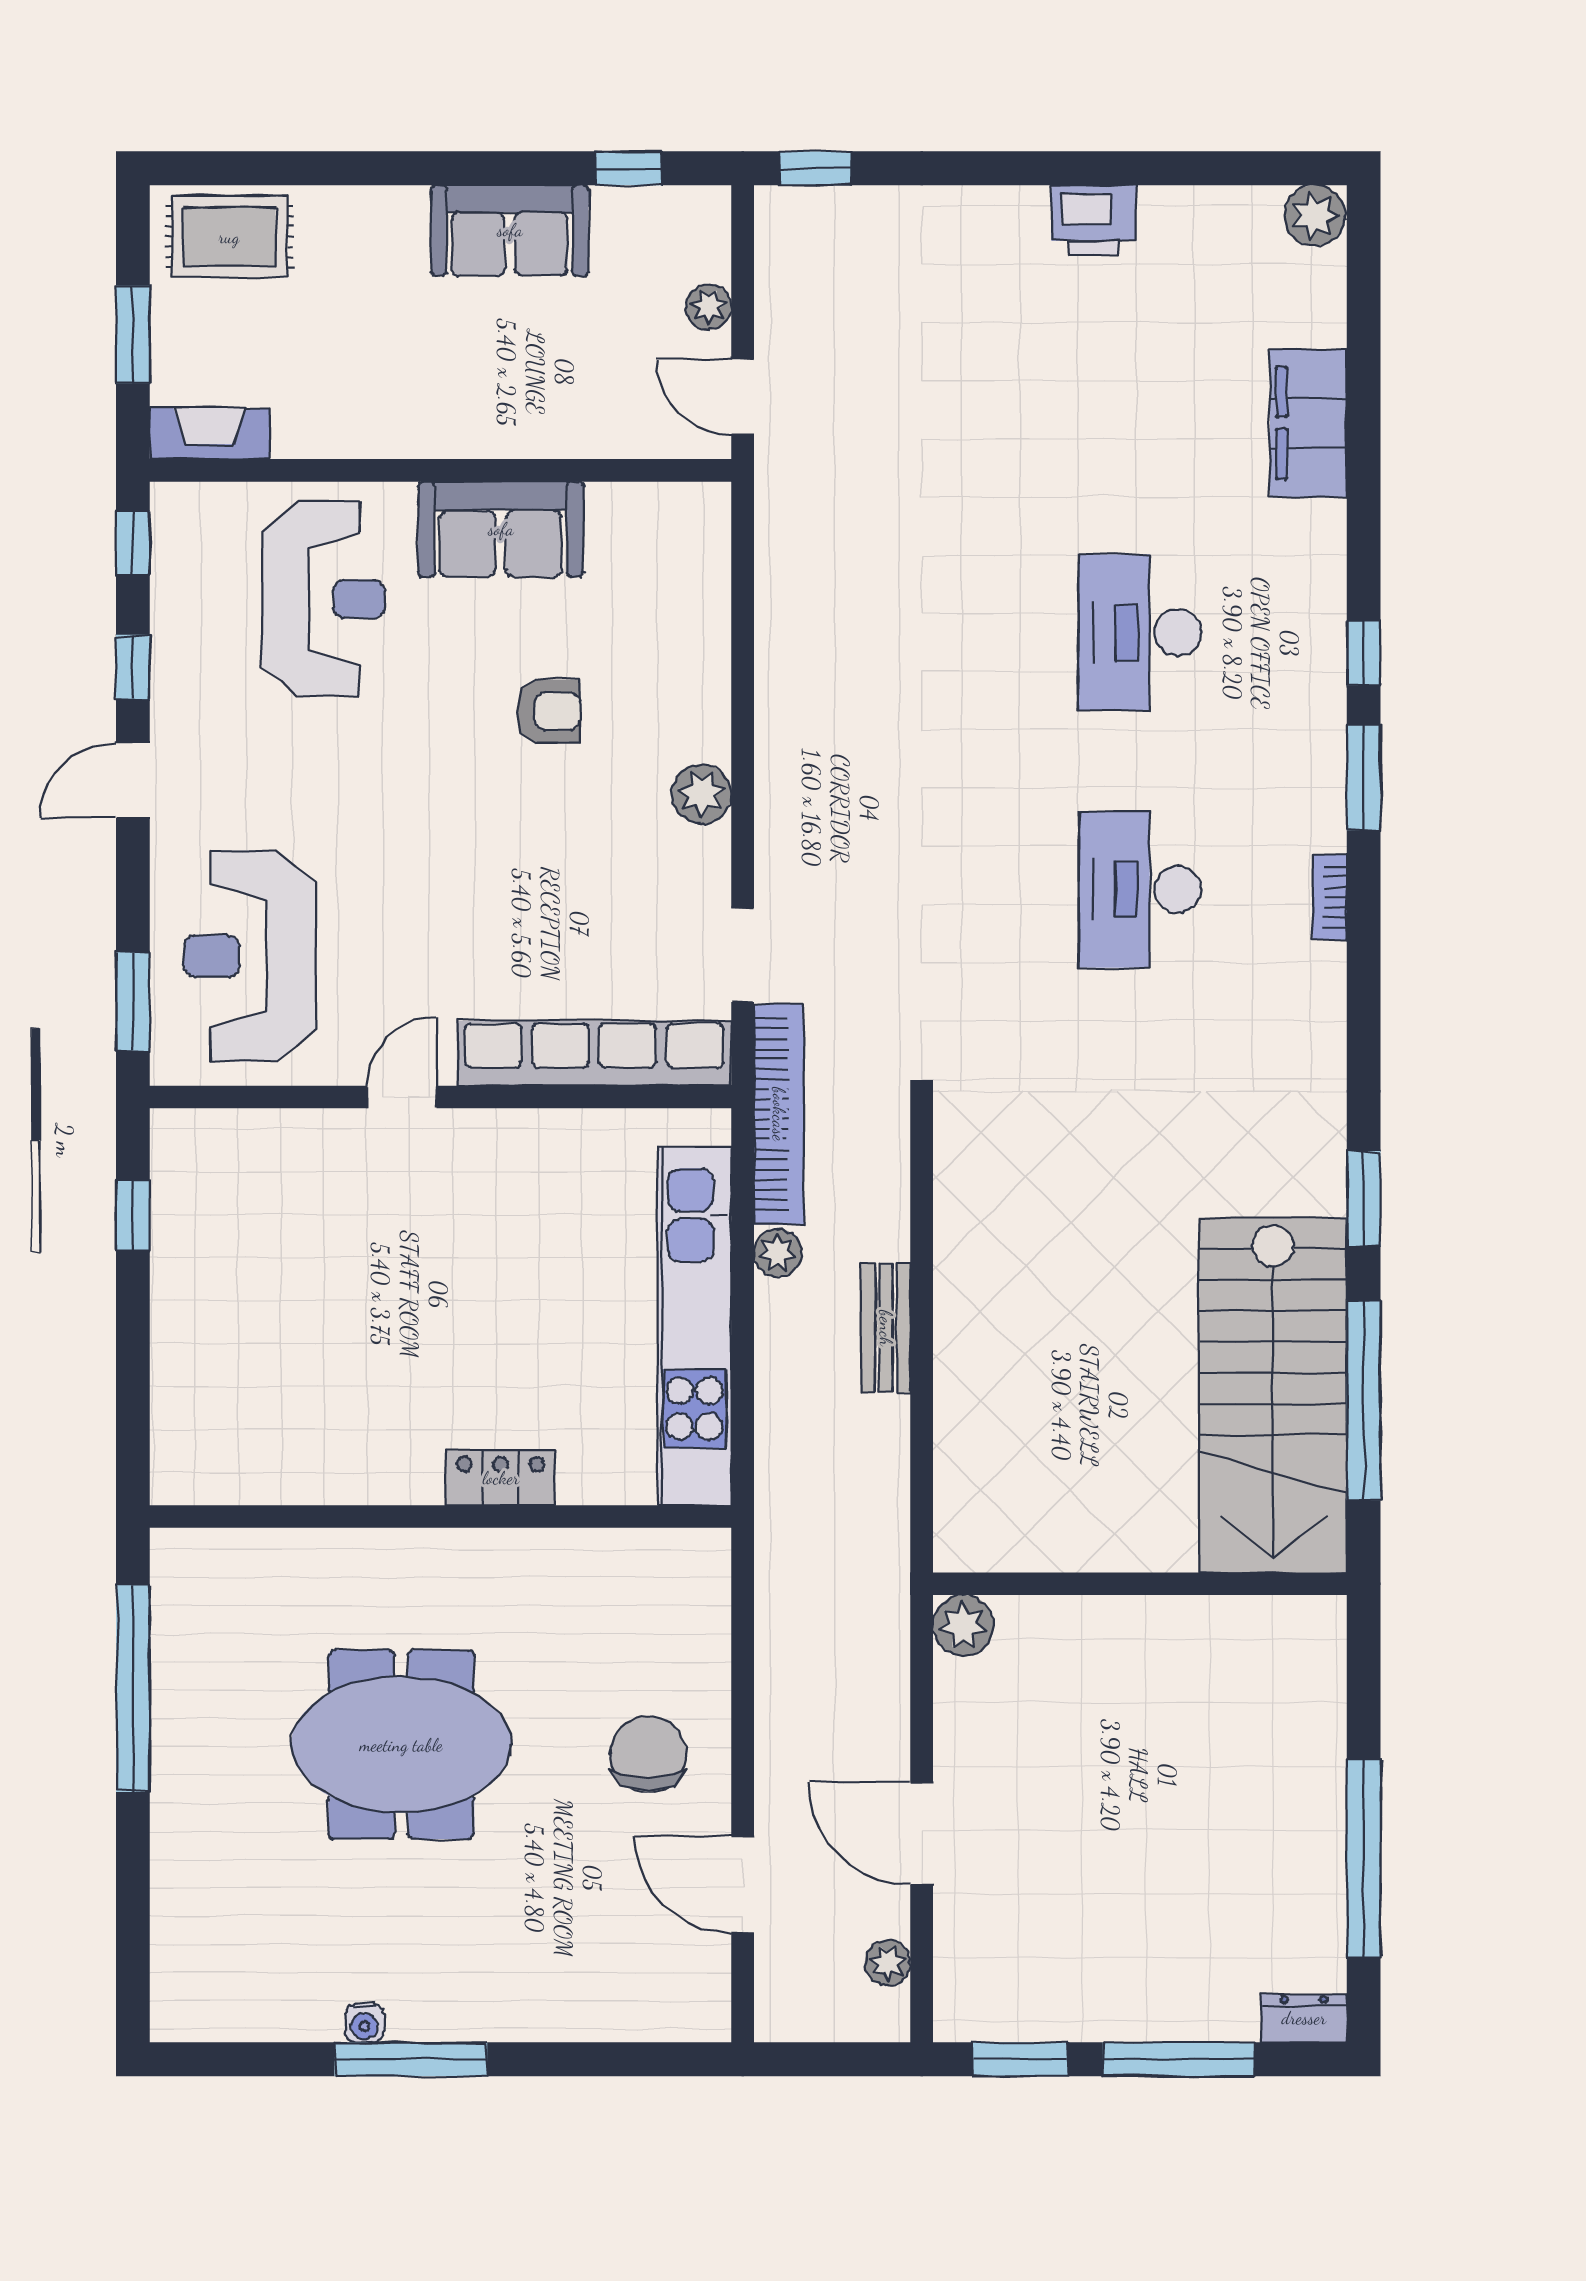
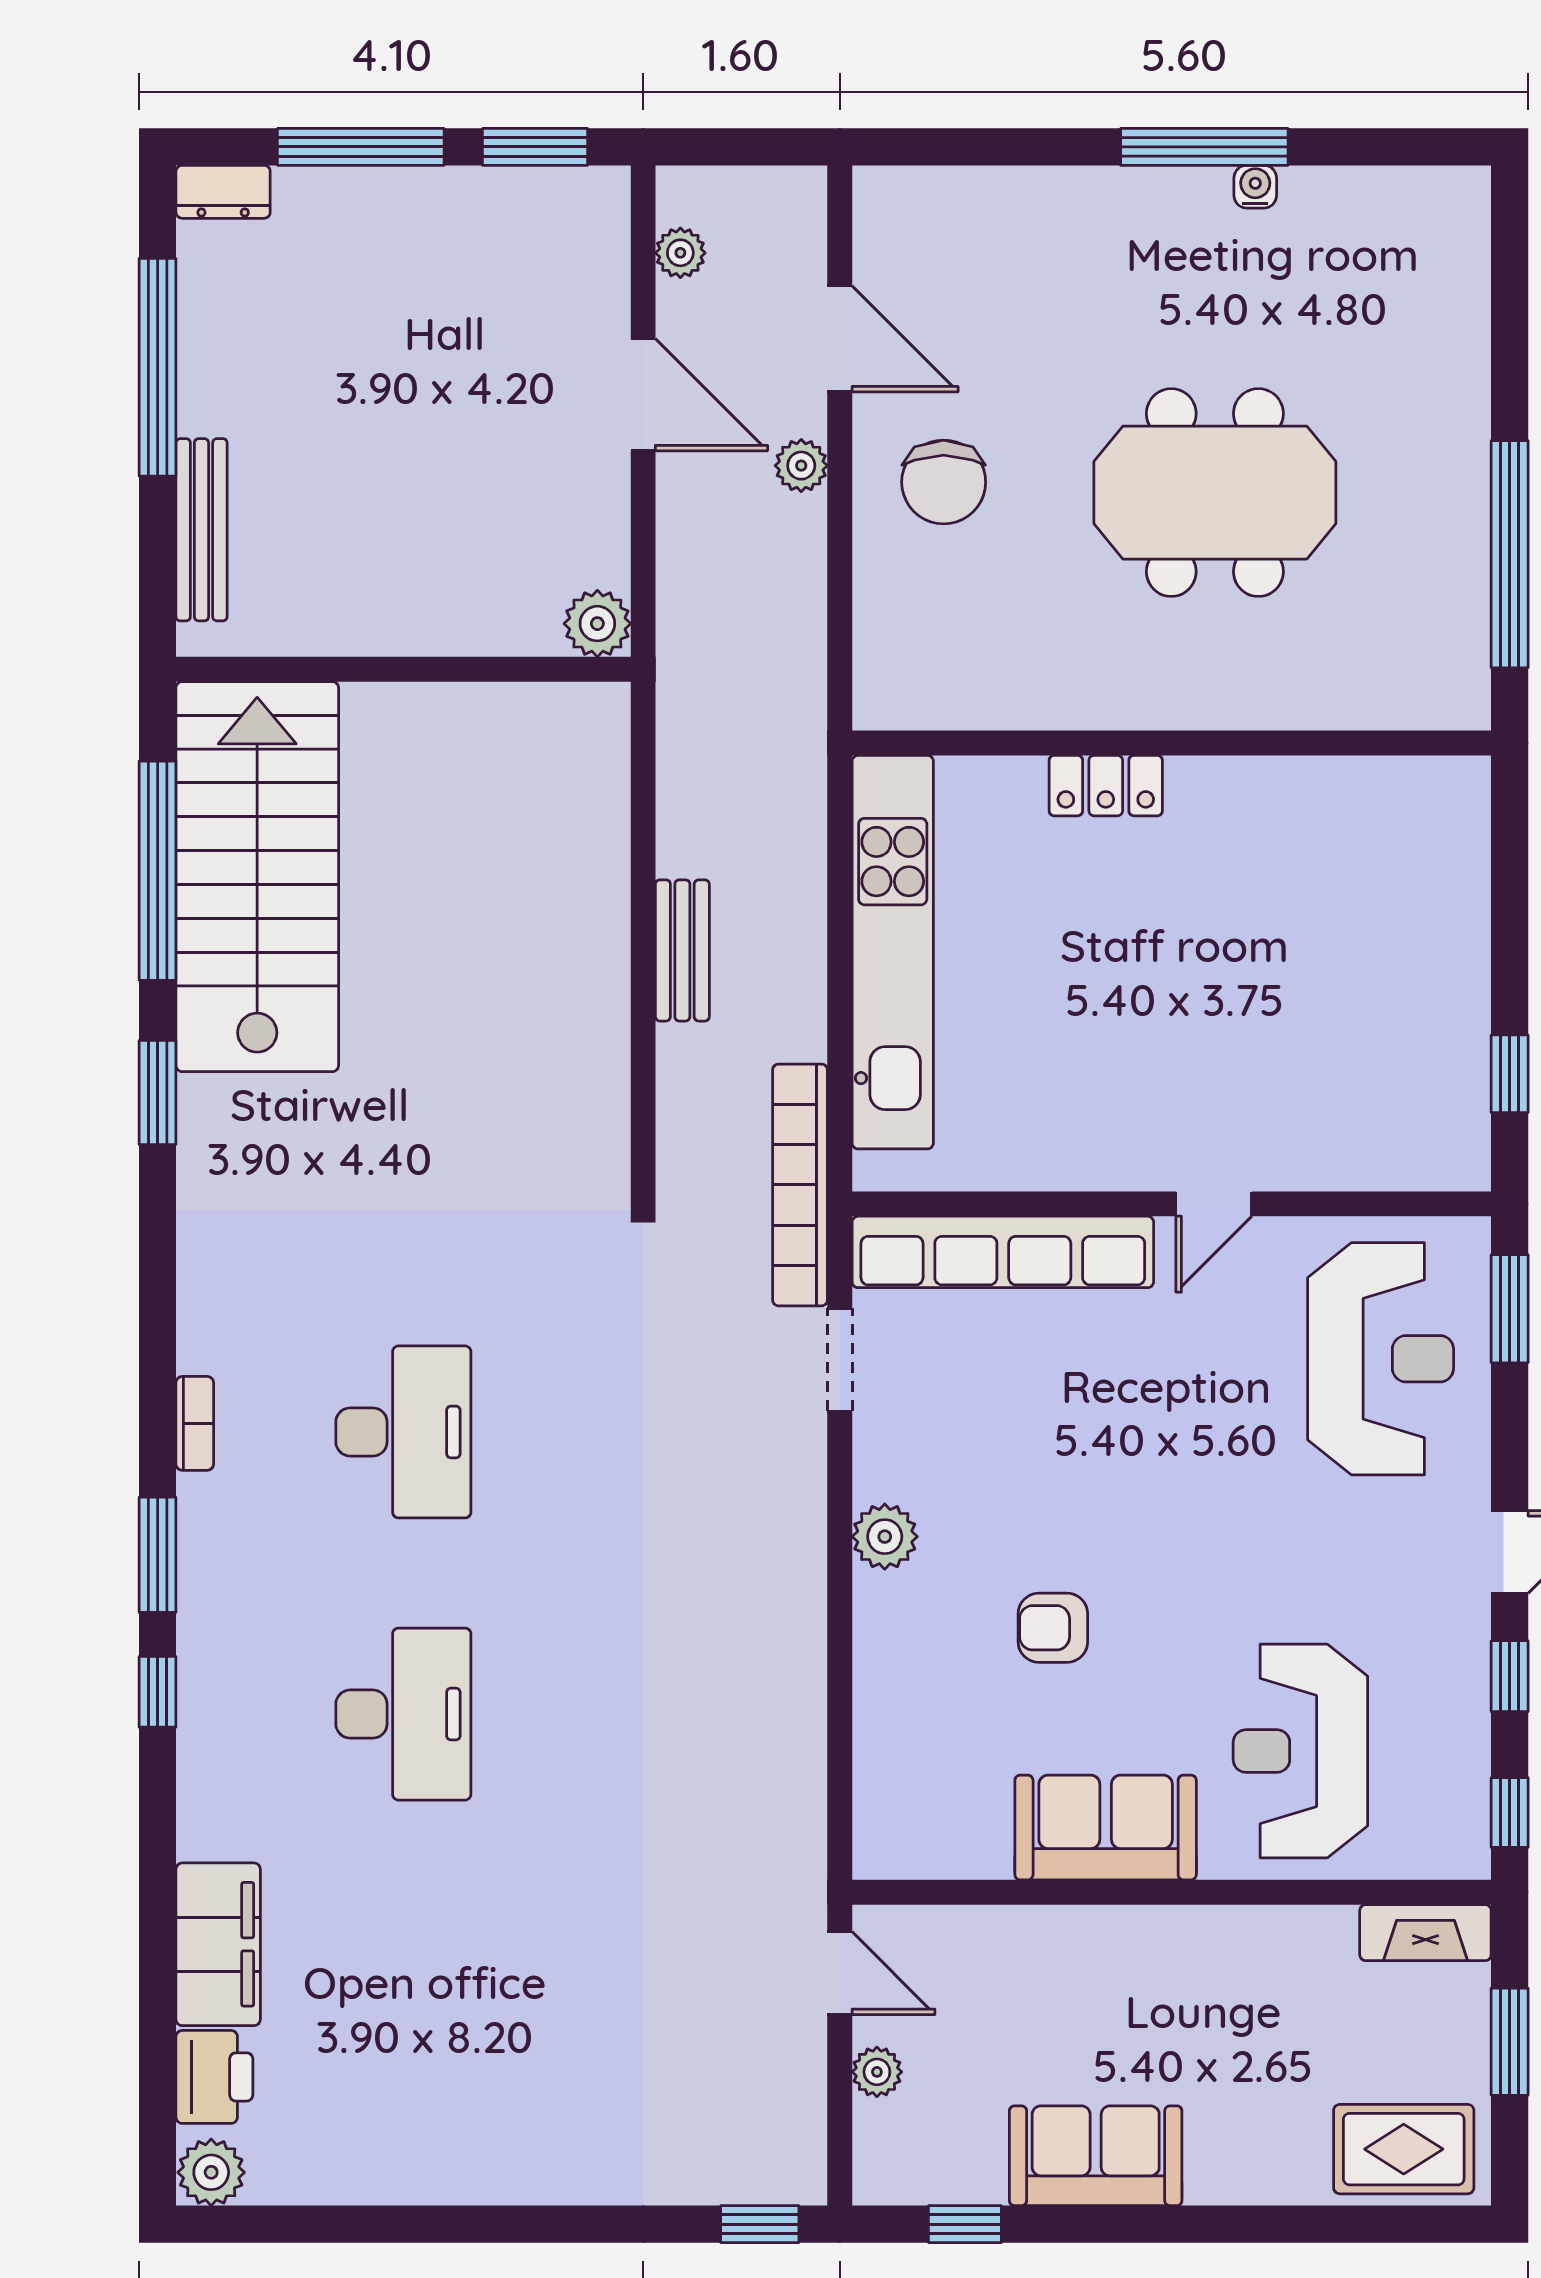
printer: (1094, 220) -> (214, 2077), moved, turned 90
plant: (778, 1253) -> (801, 466), moved
bench: (1324, 1711) -> (202, 530), added

